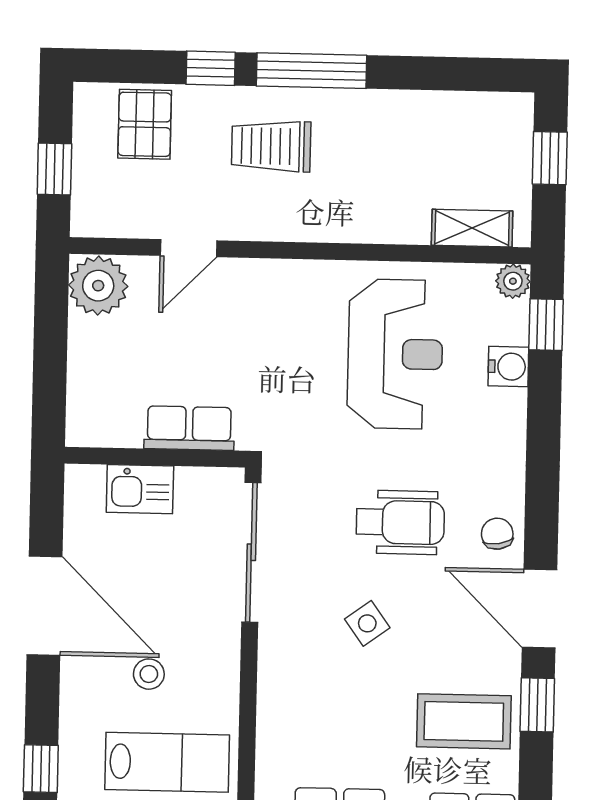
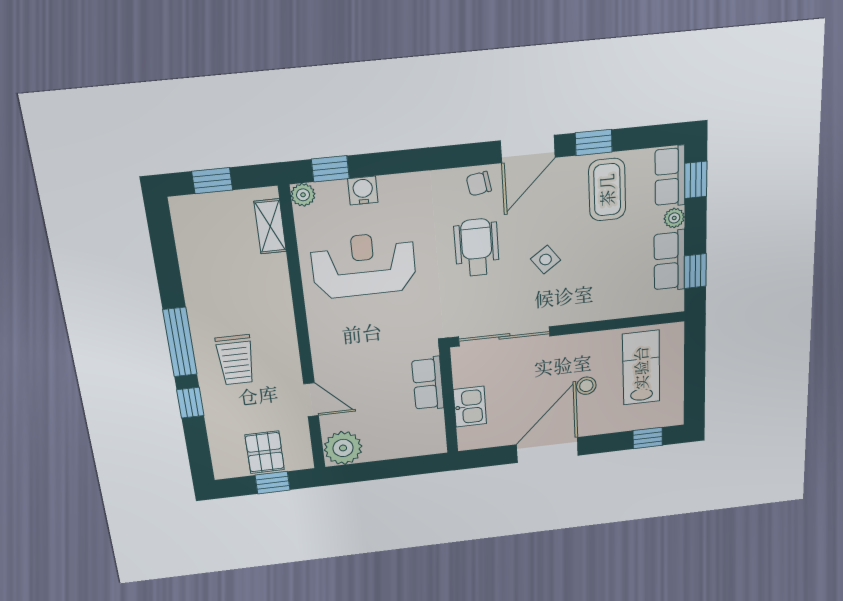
pallet: (145, 124) -> (265, 452), moved, turned 90

